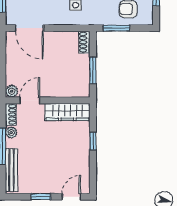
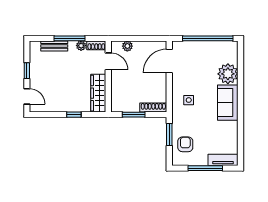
shoe rack: (84, 42) -> (153, 108), width x1.43
plant: (12, 91) -> (127, 46), moved
bench: (12, 170) -> (54, 46), width x0.73

